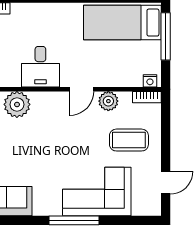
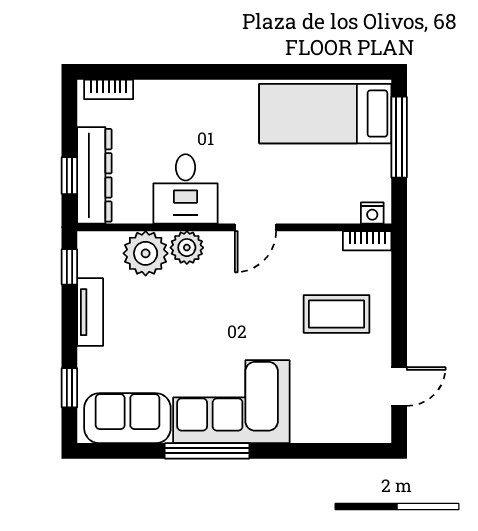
plant: (108, 101) -> (187, 248), moved
corner sofa: (97, 191) -> (231, 402), moved
window: (74, 220) -> (207, 451), moved

